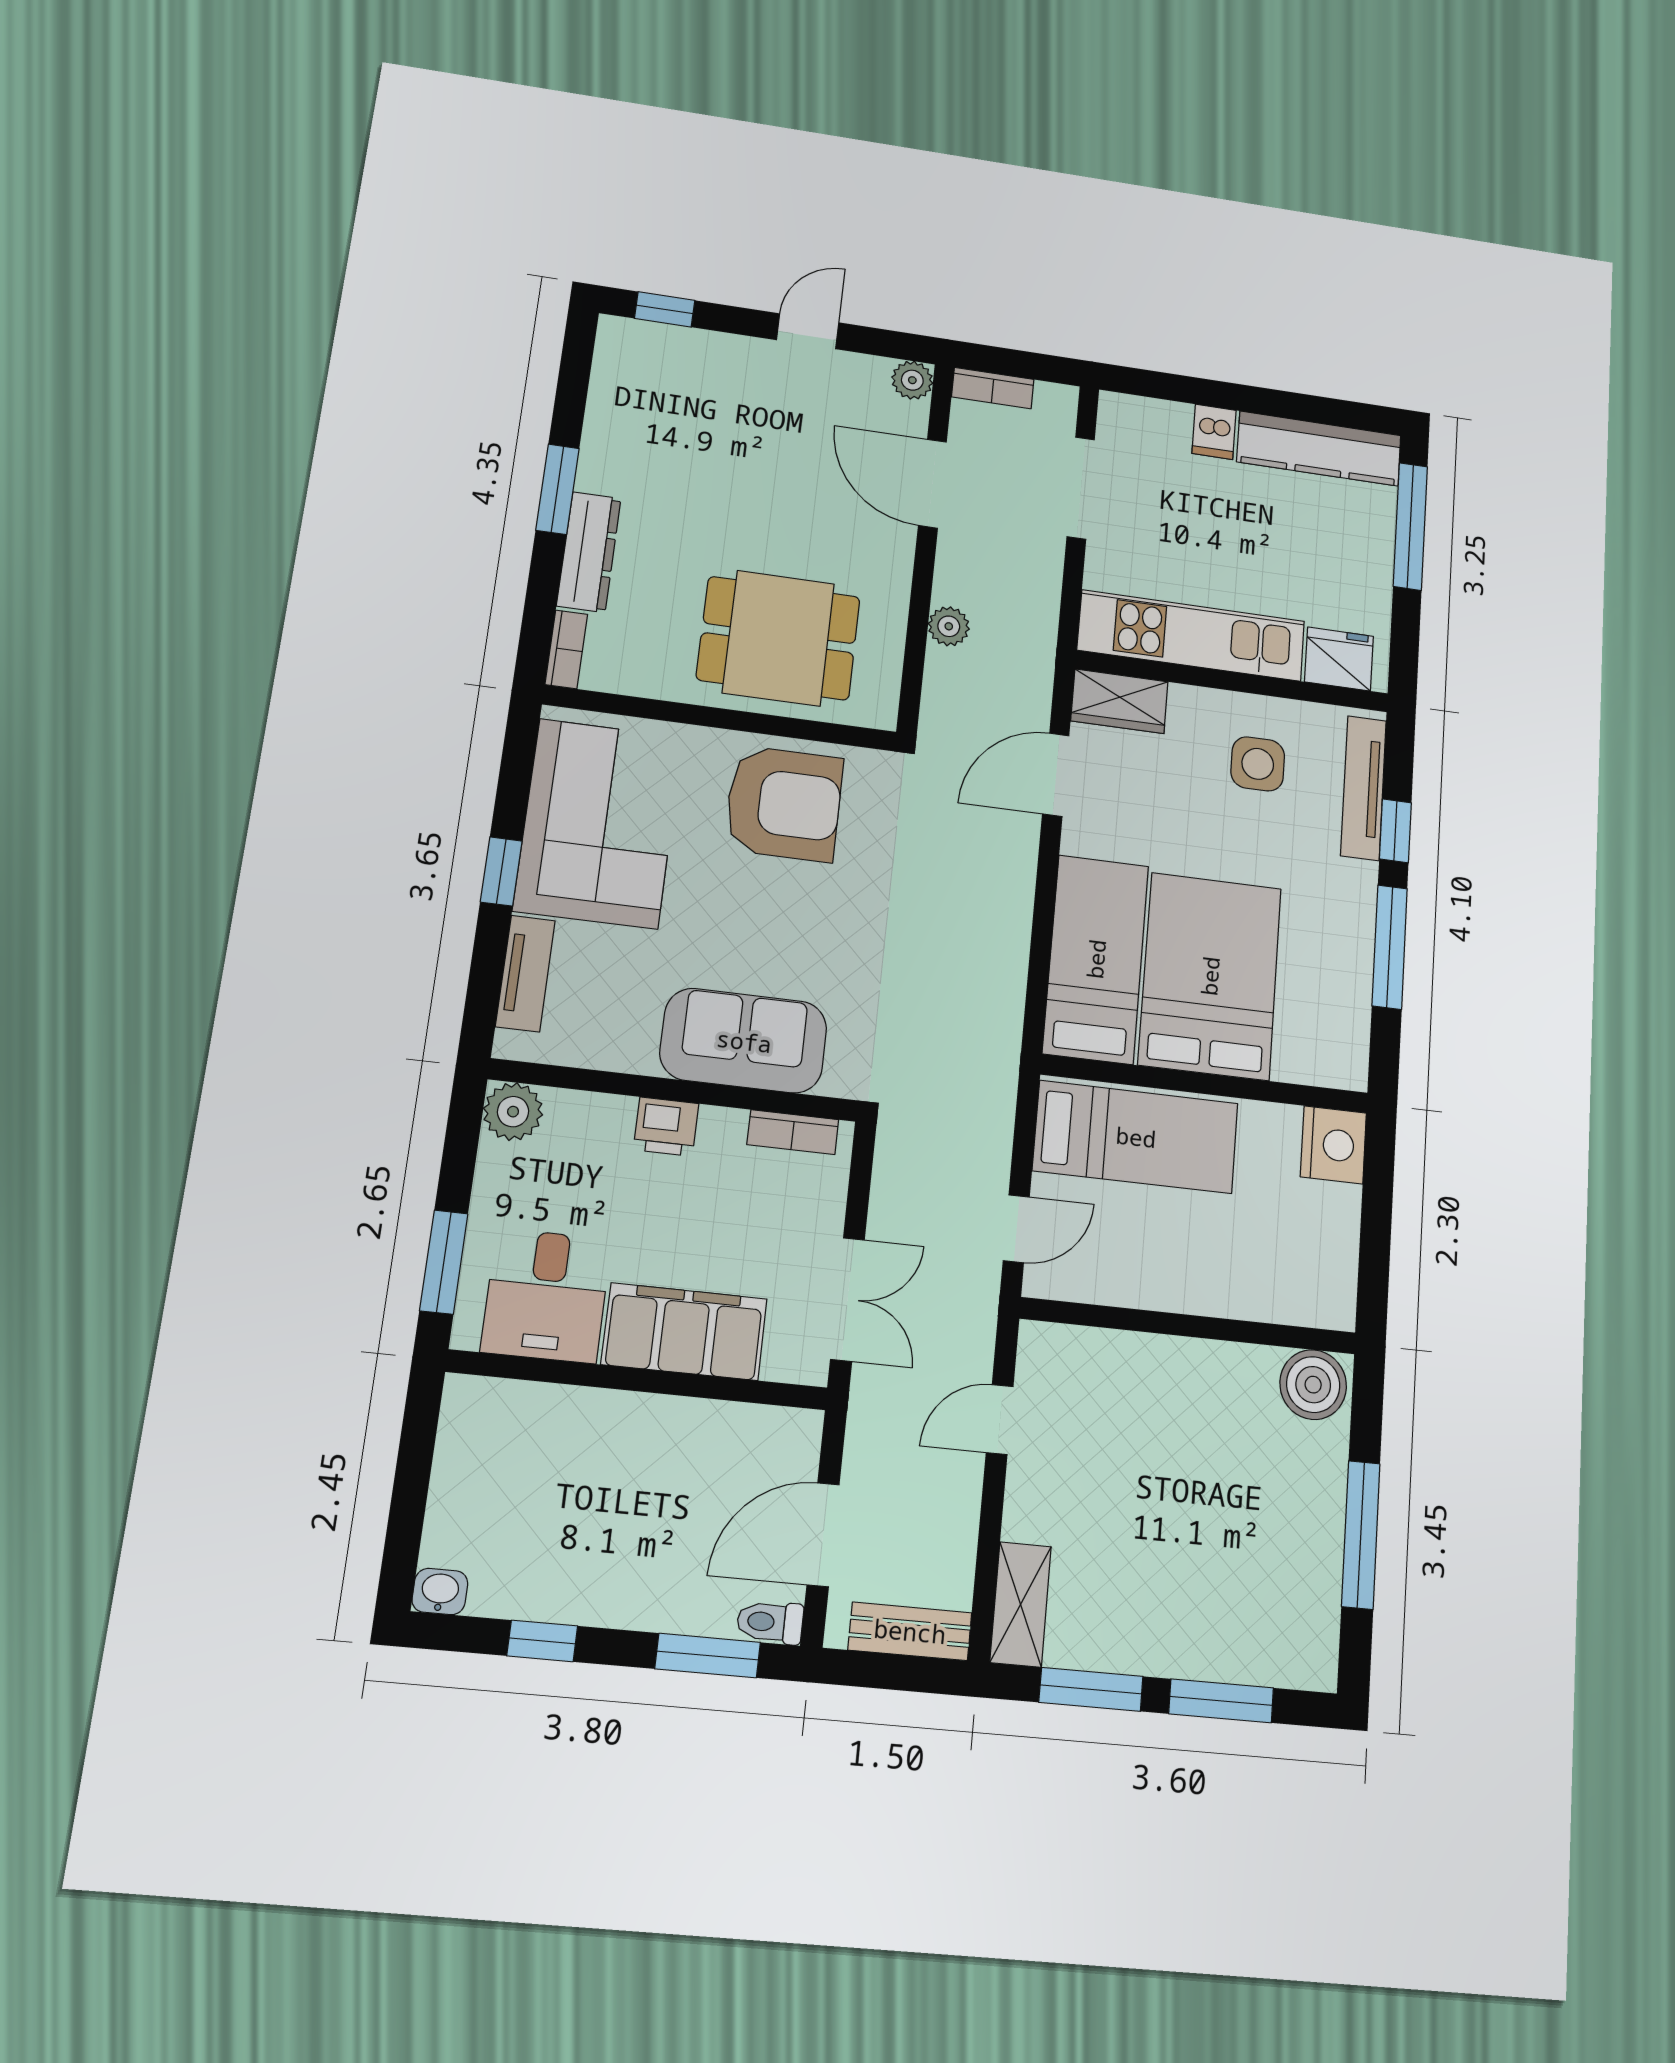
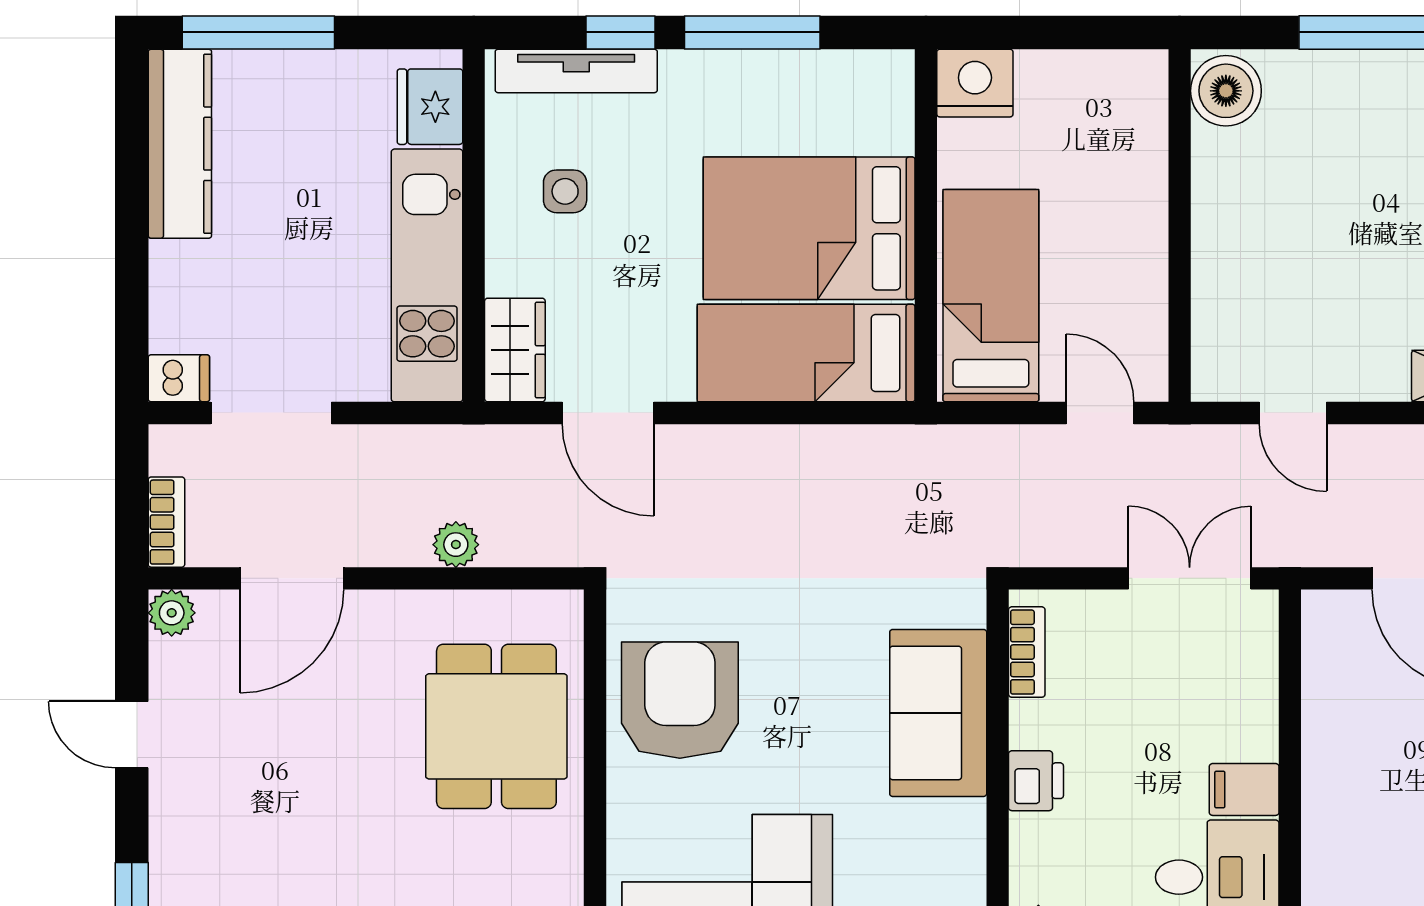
dishwasher: (1214, 432) -> (179, 378), moved
side table: (1258, 764) -> (565, 191), width x0.73, depth x0.73
filing cabinet: (684, 1332) -> (1244, 789), width x0.33, depth x0.86

